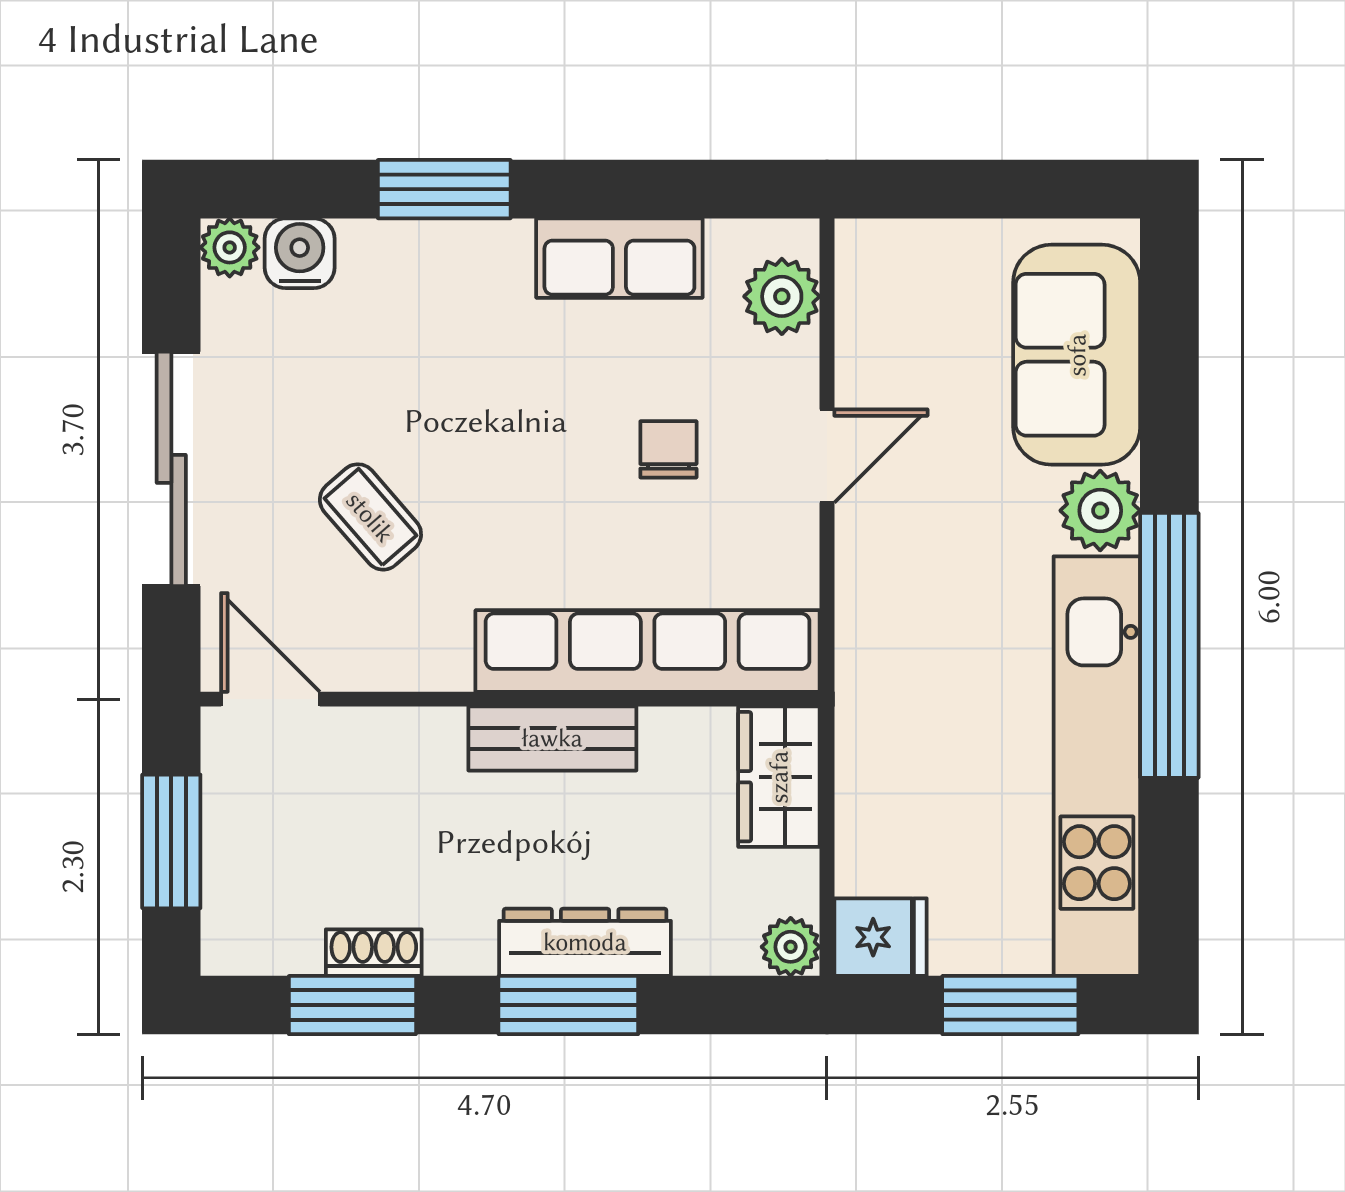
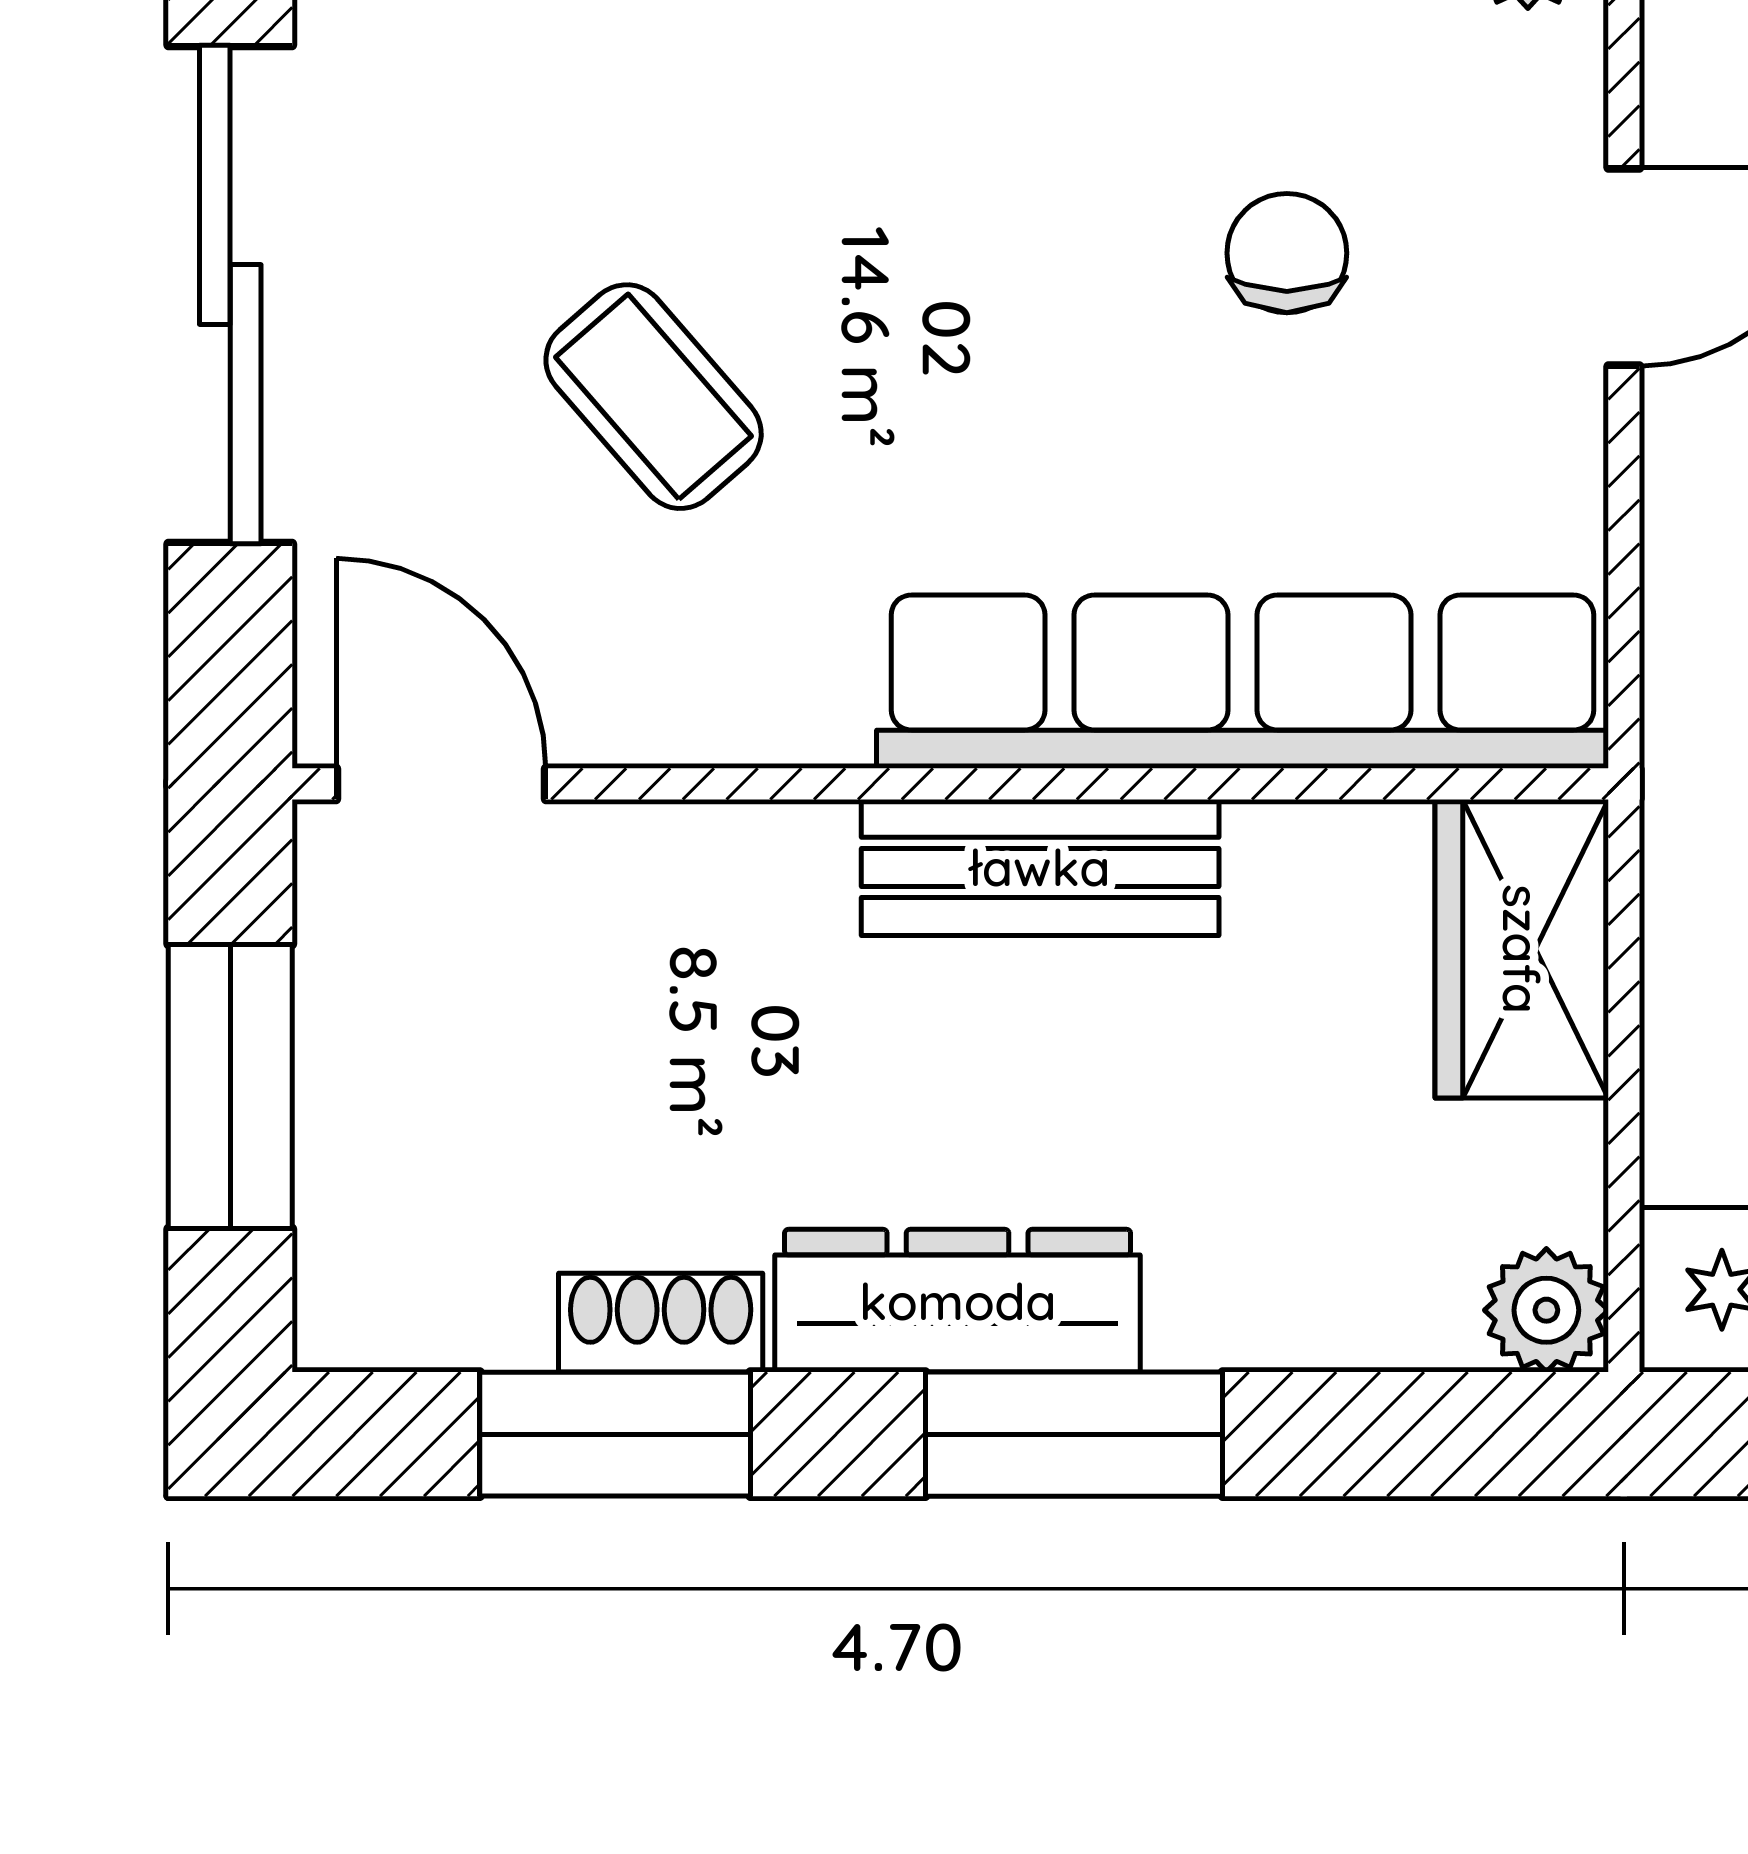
dresser: (585, 942) -> (958, 1301), moved

